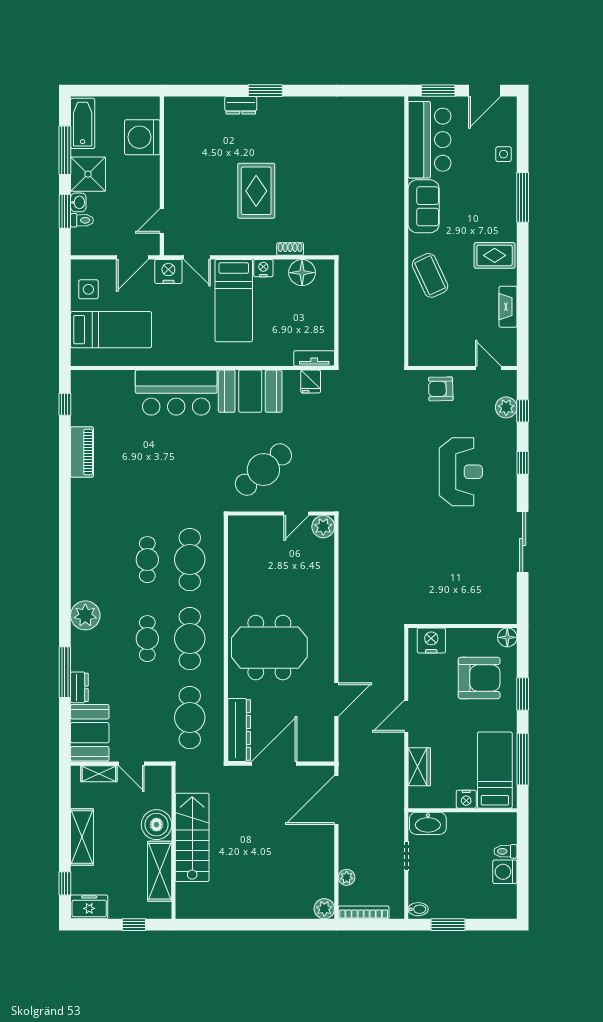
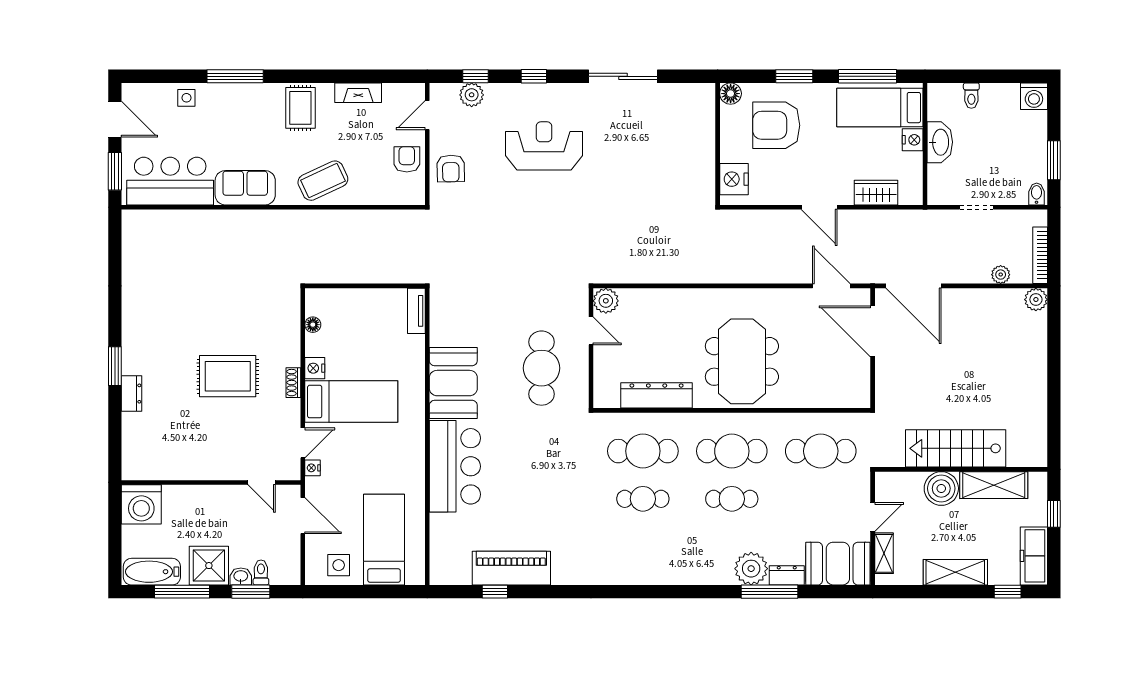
washing machine: (142, 137) -> (141, 504), moved
shoe rack: (290, 249) -> (293, 383), moved
nightstand: (168, 271) -> (313, 468), width x0.53, depth x0.56
floor lamp: (302, 273) -> (313, 325), width x0.53, depth x0.53
armchair: (449, 350) -> (407, 159), added
fridge: (311, 382) -> (442, 315), removed
window: (65, 404) -> (495, 592), moved
piano: (82, 452) -> (511, 568), width x1.37, depth x1.33
cafe table: (263, 470) -> (542, 368), turned 41
plant: (85, 615) -> (751, 569), moved
armchair: (479, 678) -> (776, 125), turned -90
door: (336, 700) -> (831, 286), moved
dresser: (239, 730) -> (657, 395), moved
door: (274, 764) -> (873, 331), moved
washbasin: (428, 823) -> (940, 142), moved
washing machine: (505, 872) -> (1034, 96), moved
freezer: (89, 907) -> (1034, 556), width x1.40

